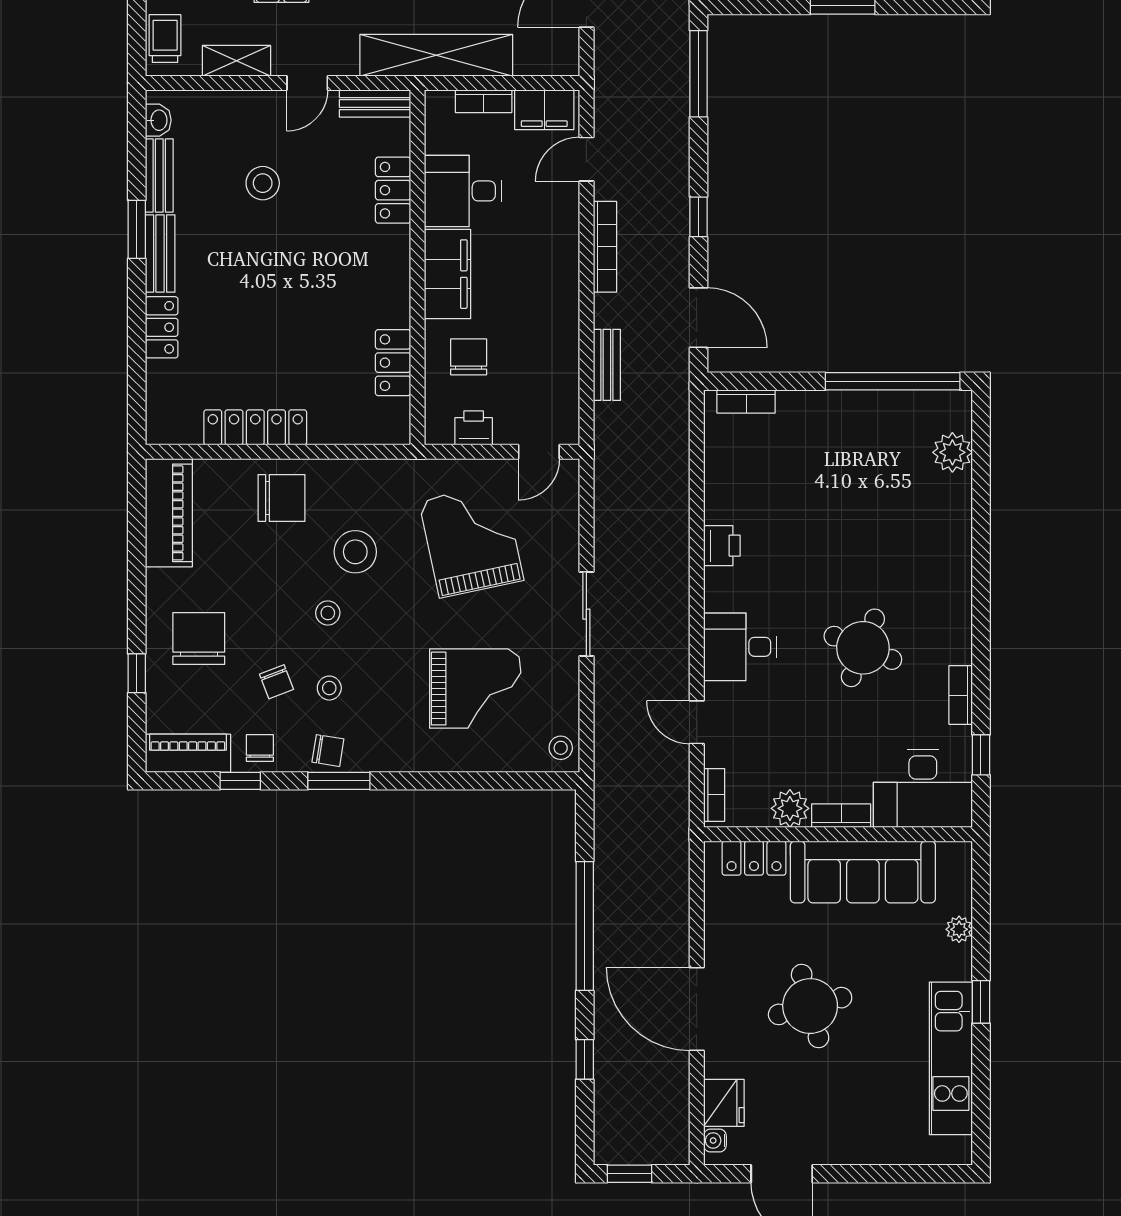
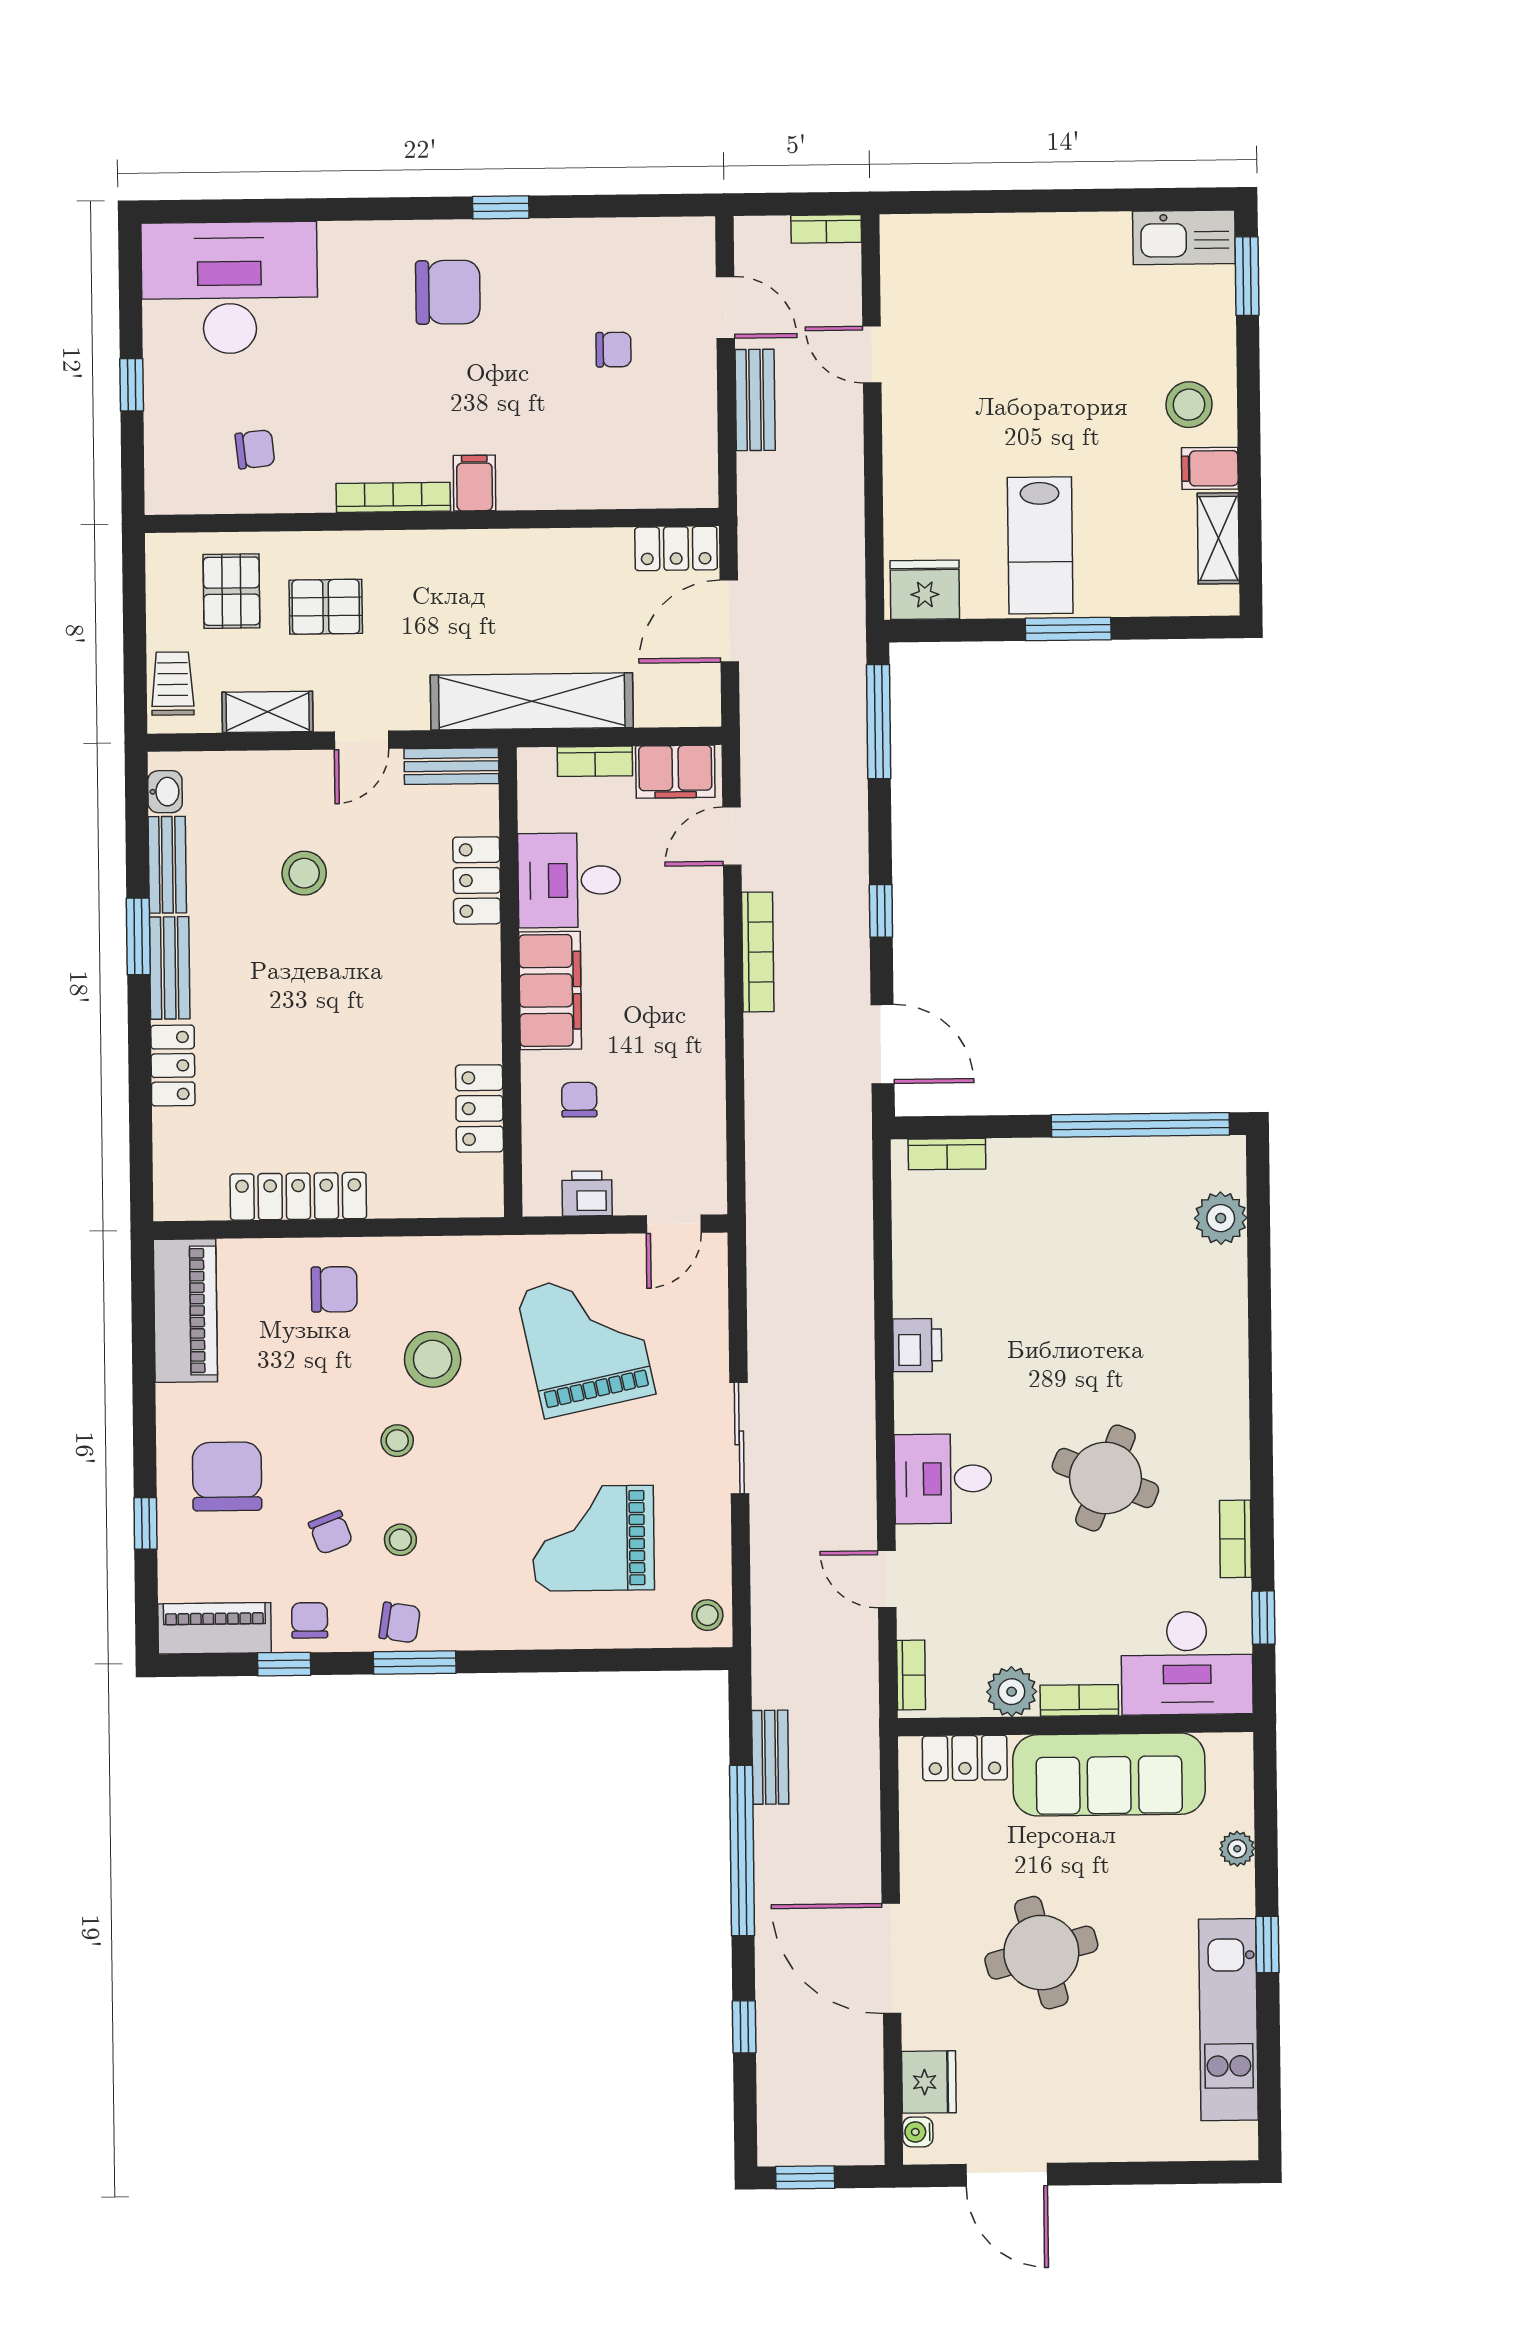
chair: (469, 357) -> (579, 1100), width x0.73, depth x0.73
bench: (607, 365) -> (770, 1757), moved
chair: (282, 498) -> (334, 1289), width x0.73, depth x0.73
grand piano: (475, 689) -> (593, 1538), turned 180

